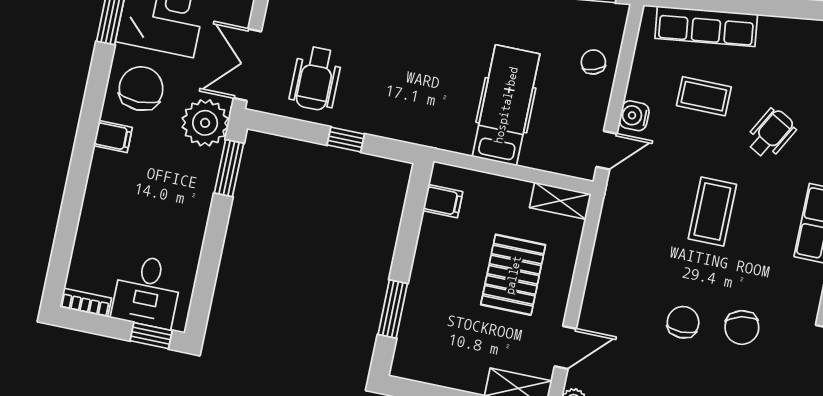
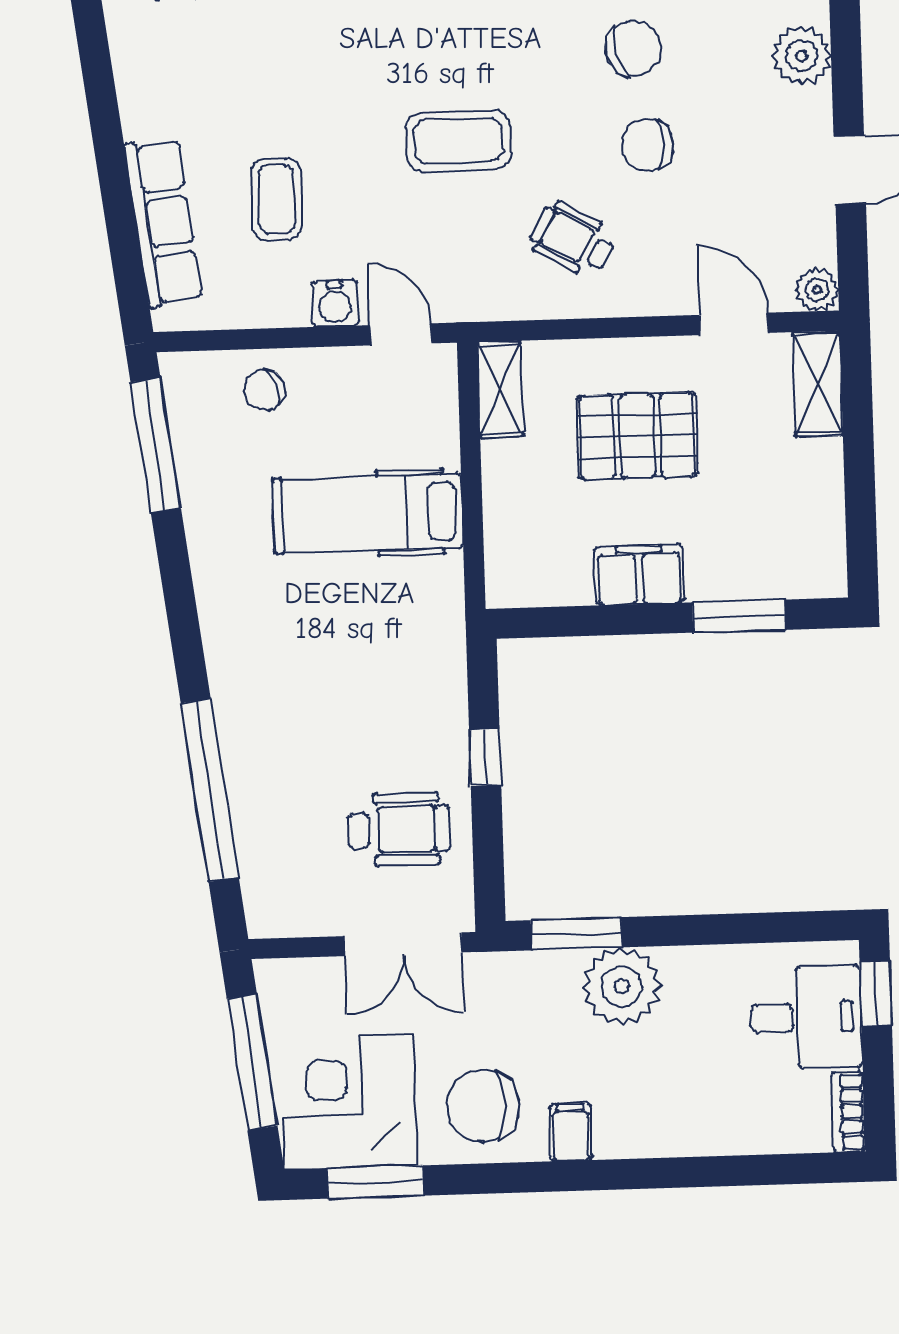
plant: (205, 123) -> (621, 986), moved
wheelchair: (771, 134) -> (573, 240), moved
filing cabinet: (443, 201) -> (639, 575), moved, width x2.00

